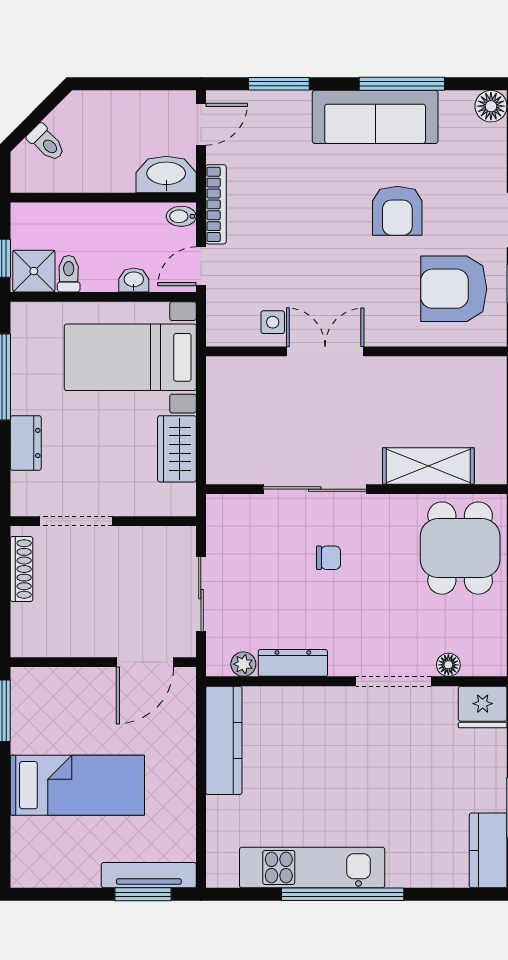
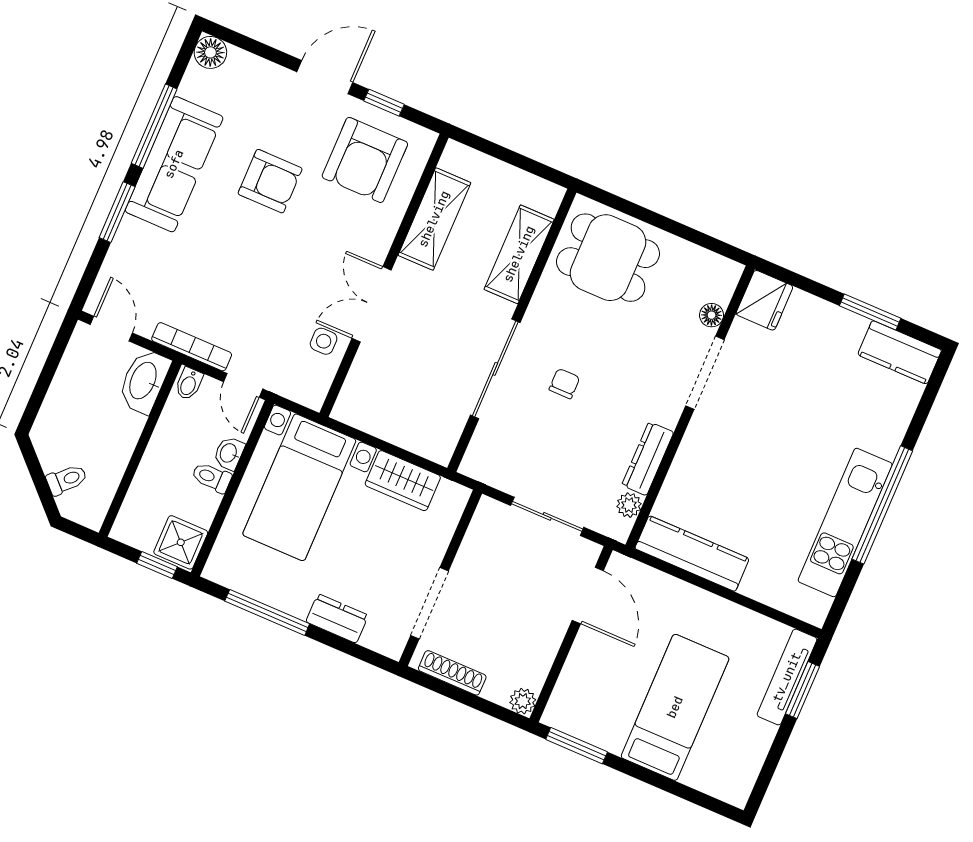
window: (279, 84) -> (117, 212), moved
toilet: (69, 274) -> (212, 477), moved
shelving: (427, 375) -> (434, 219), added
plant: (23, 644) -> (523, 701), added

